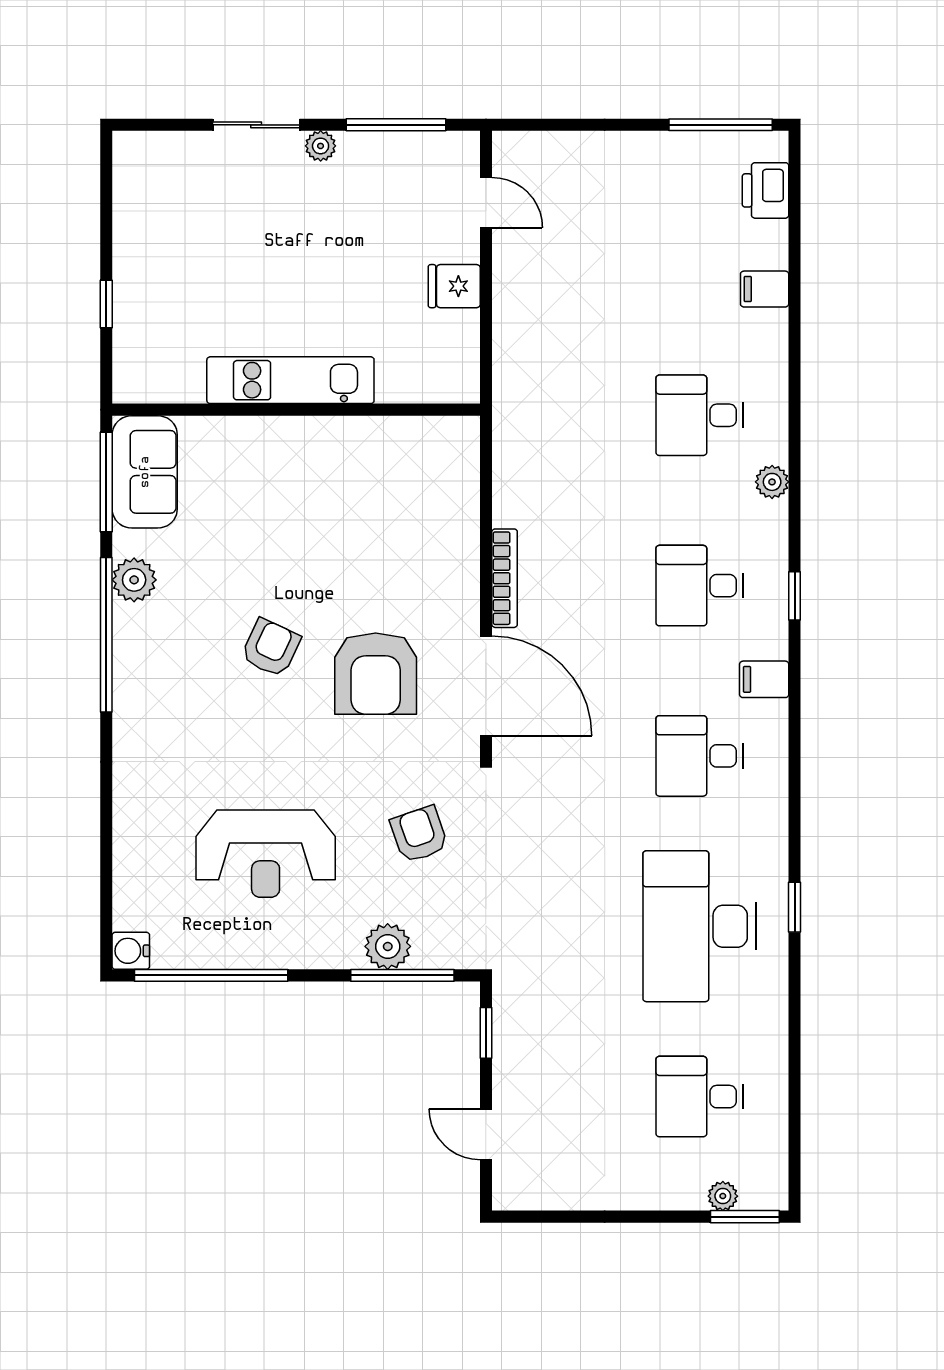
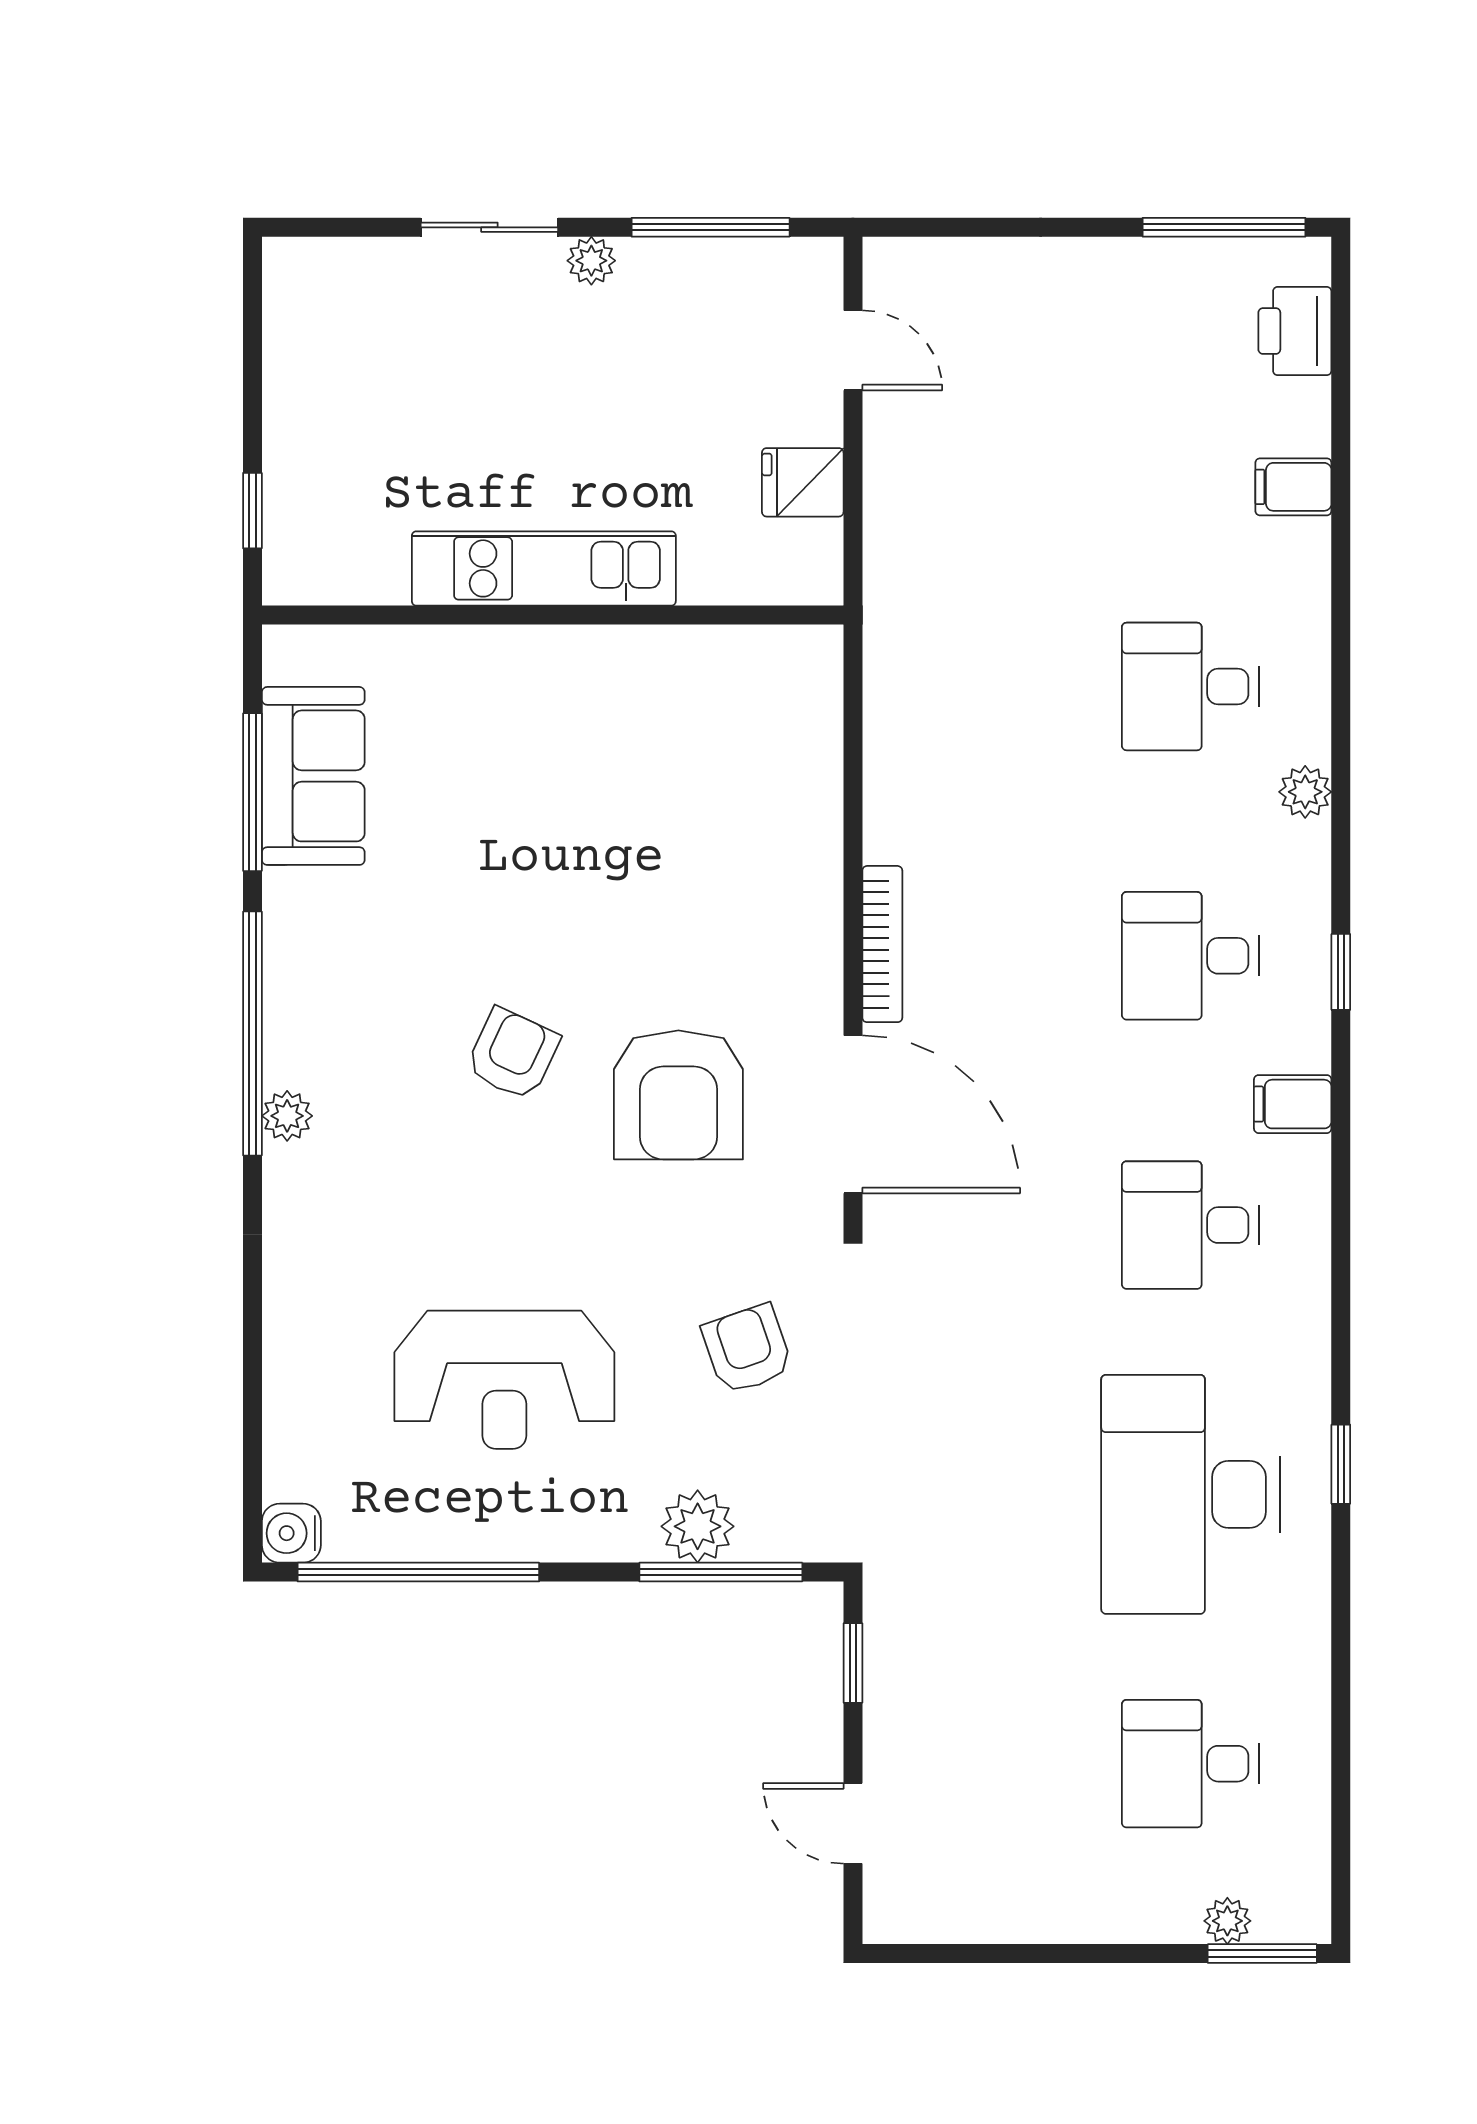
kitchen unit: (290, 380) -> (544, 568), moved
wall: (296, 410) -> (553, 615), moved
plant: (134, 580) -> (287, 1116), moved, width x0.73, depth x0.73

